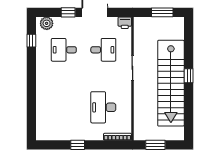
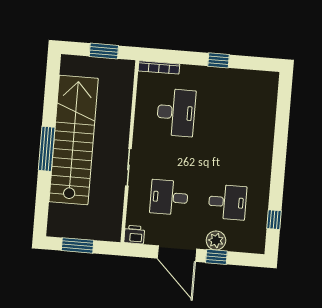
plant: (47, 23) -> (216, 240), moved
window: (189, 76) -> (47, 149), width x2.17

